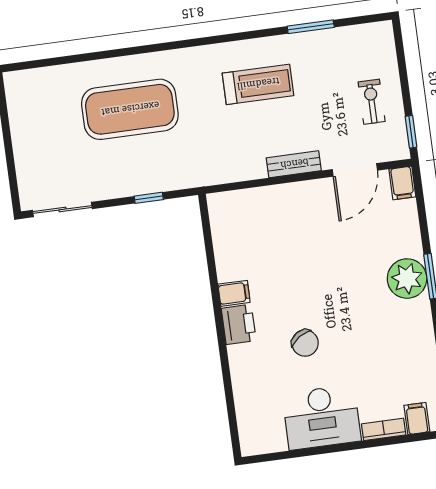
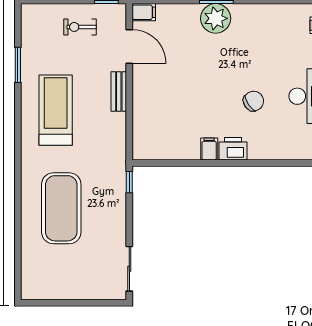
treadmill: (258, 84) -> (56, 110), width x1.37, depth x1.38
window: (149, 198) -> (129, 182), moved

